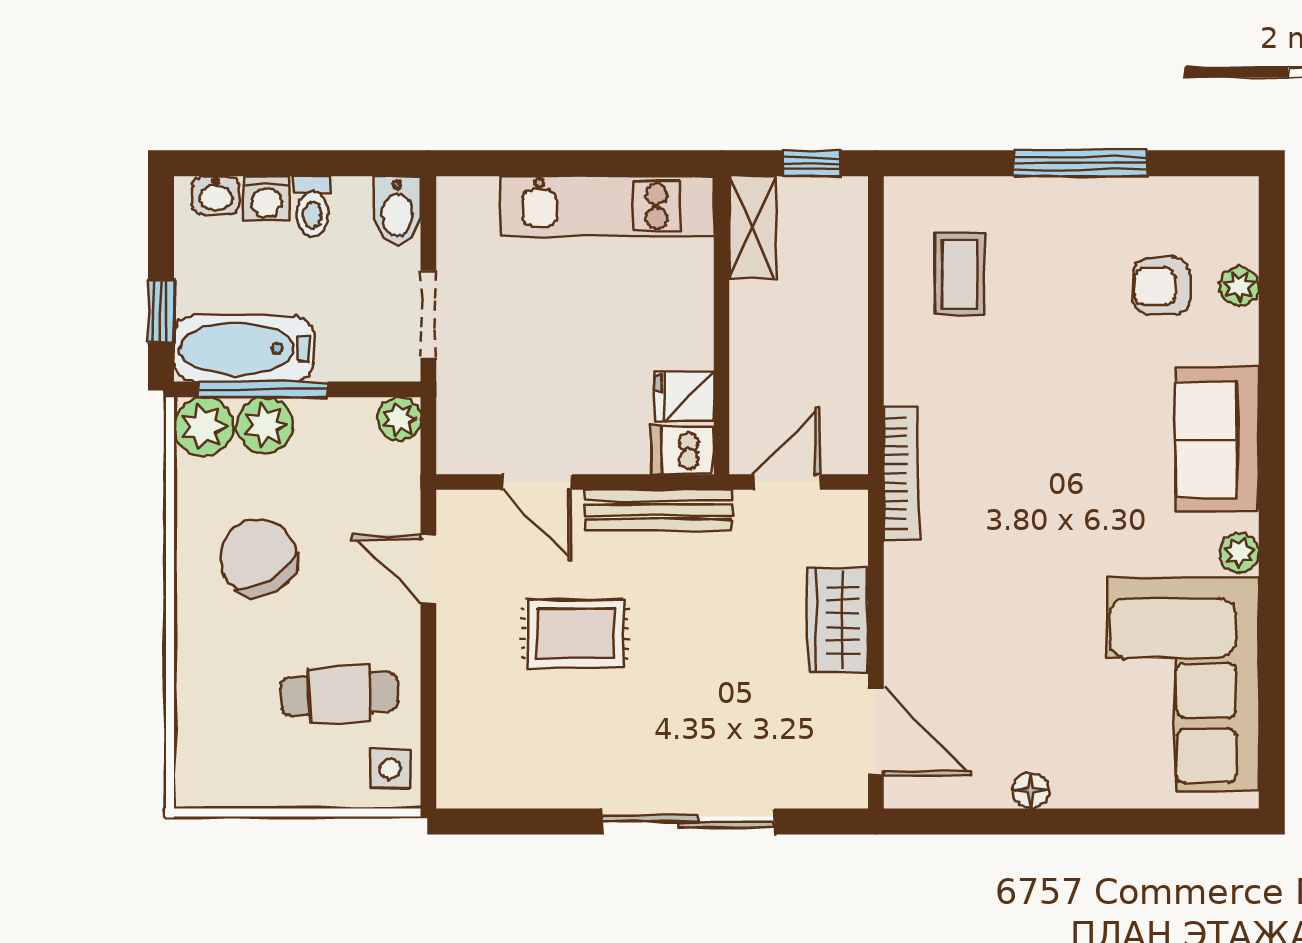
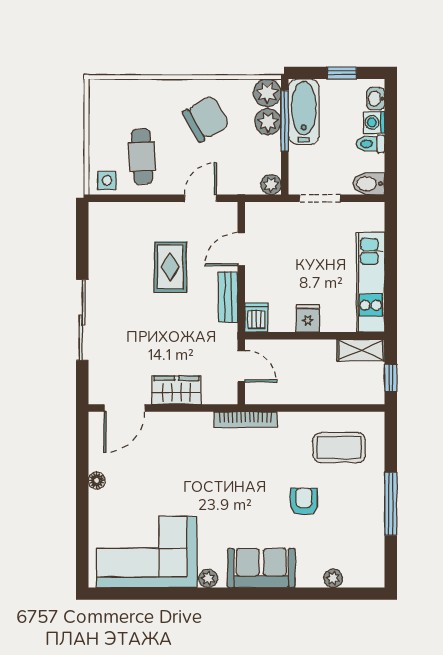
coffee table: (960, 274) -> (339, 448), width x1.36, depth x1.30
armchair: (1162, 286) -> (304, 502), moved
window: (161, 311) -> (342, 73), moved
fridge: (684, 397) -> (308, 318), moved
bench: (659, 510) -> (228, 297), width x0.73

